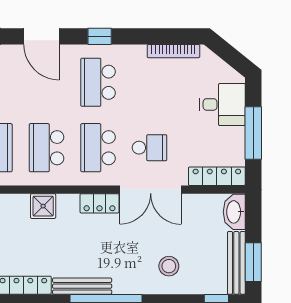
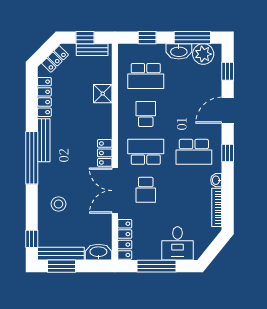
washbasin: (137, 52) -> (216, 180), added
school desk: (98, 82) -> (194, 152), turned 180
school desk: (46, 148) -> (146, 114), width x0.54
shower: (43, 206) -> (103, 94), moved

